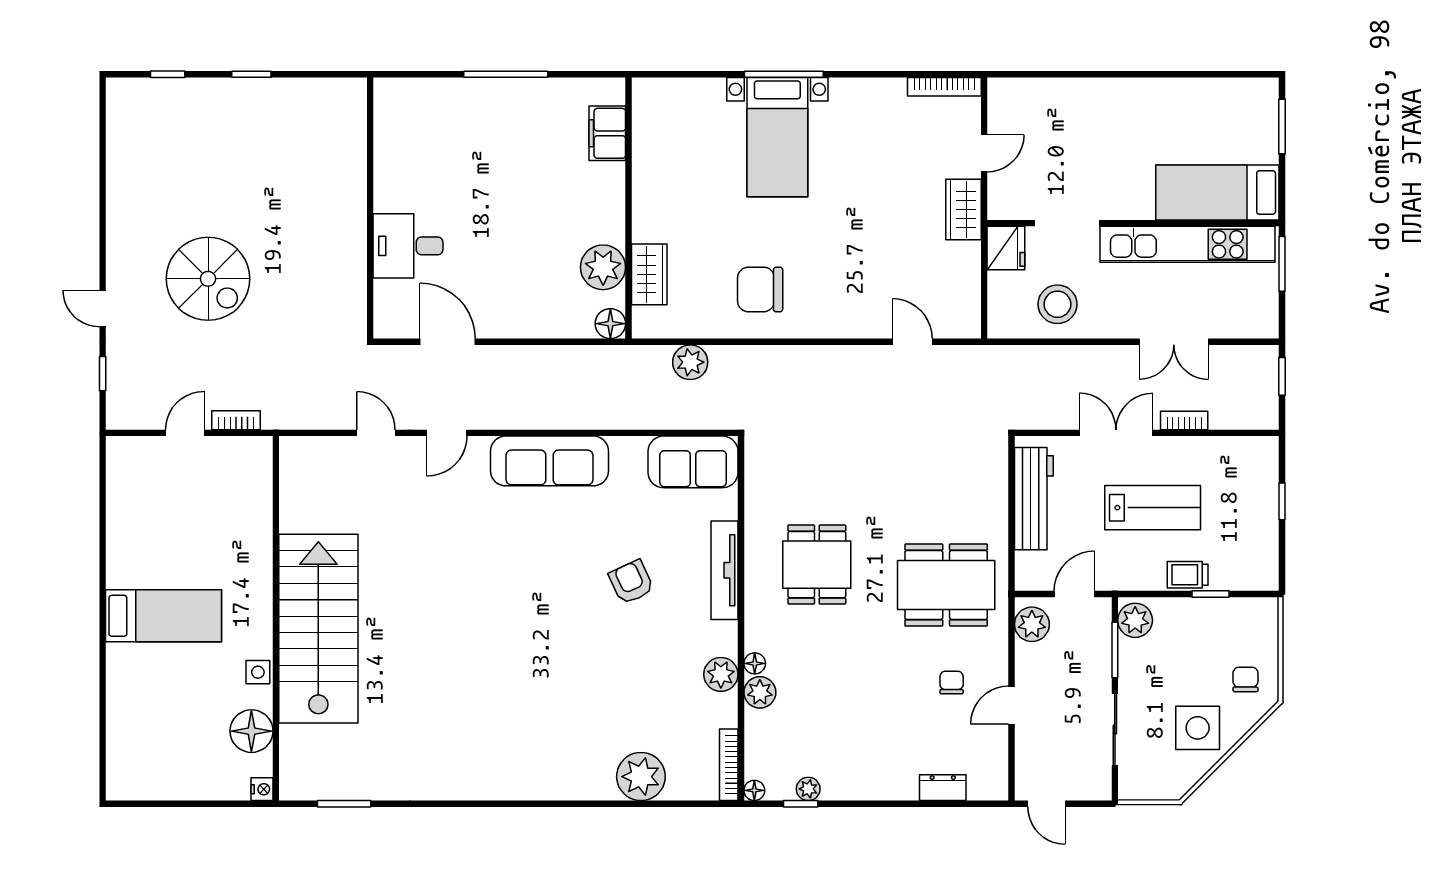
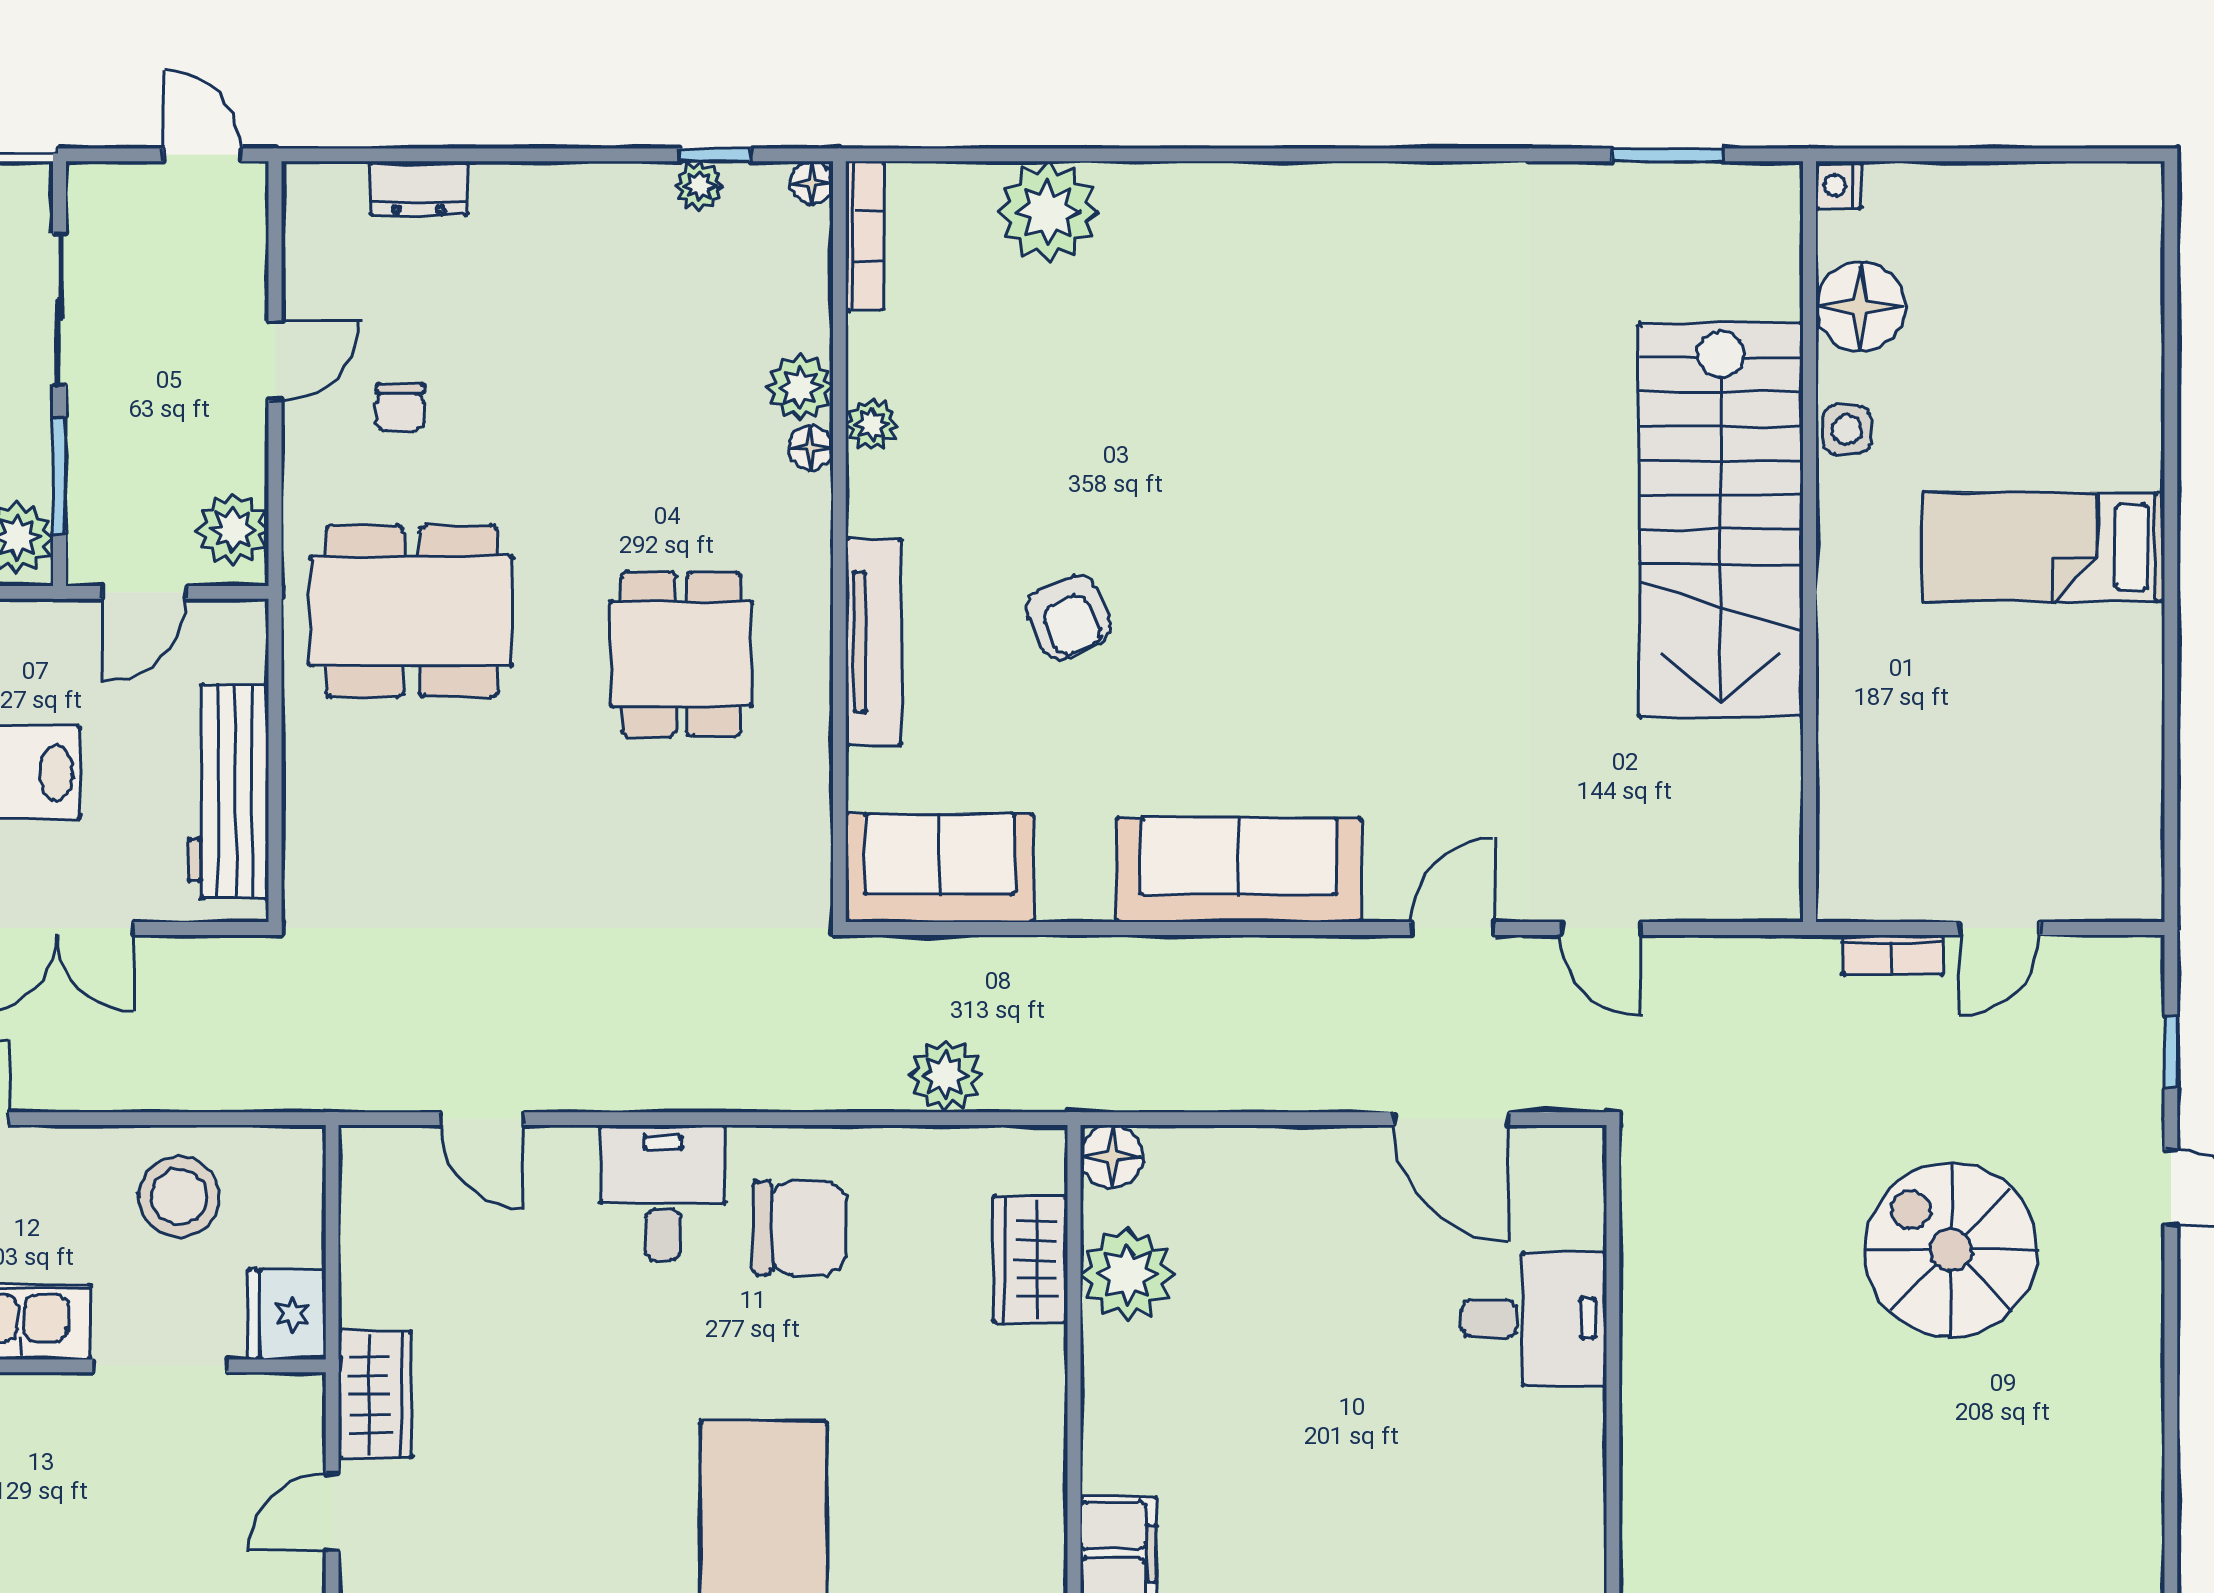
desk: (826, 306) -> (663, 1193), added
plant: (721, 674) -> (872, 425), width x0.73, depth x0.73

